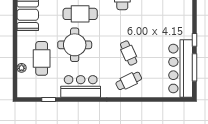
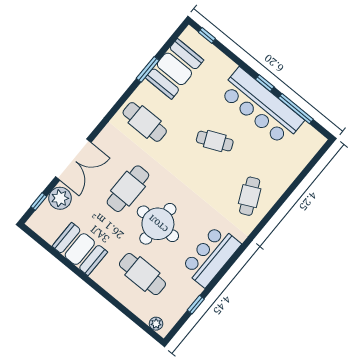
cafe table: (129, 53) -> (215, 141), moved
plant: (22, 68) -> (156, 324), moved
bar counter: (181, 69) -> (261, 107), moved

